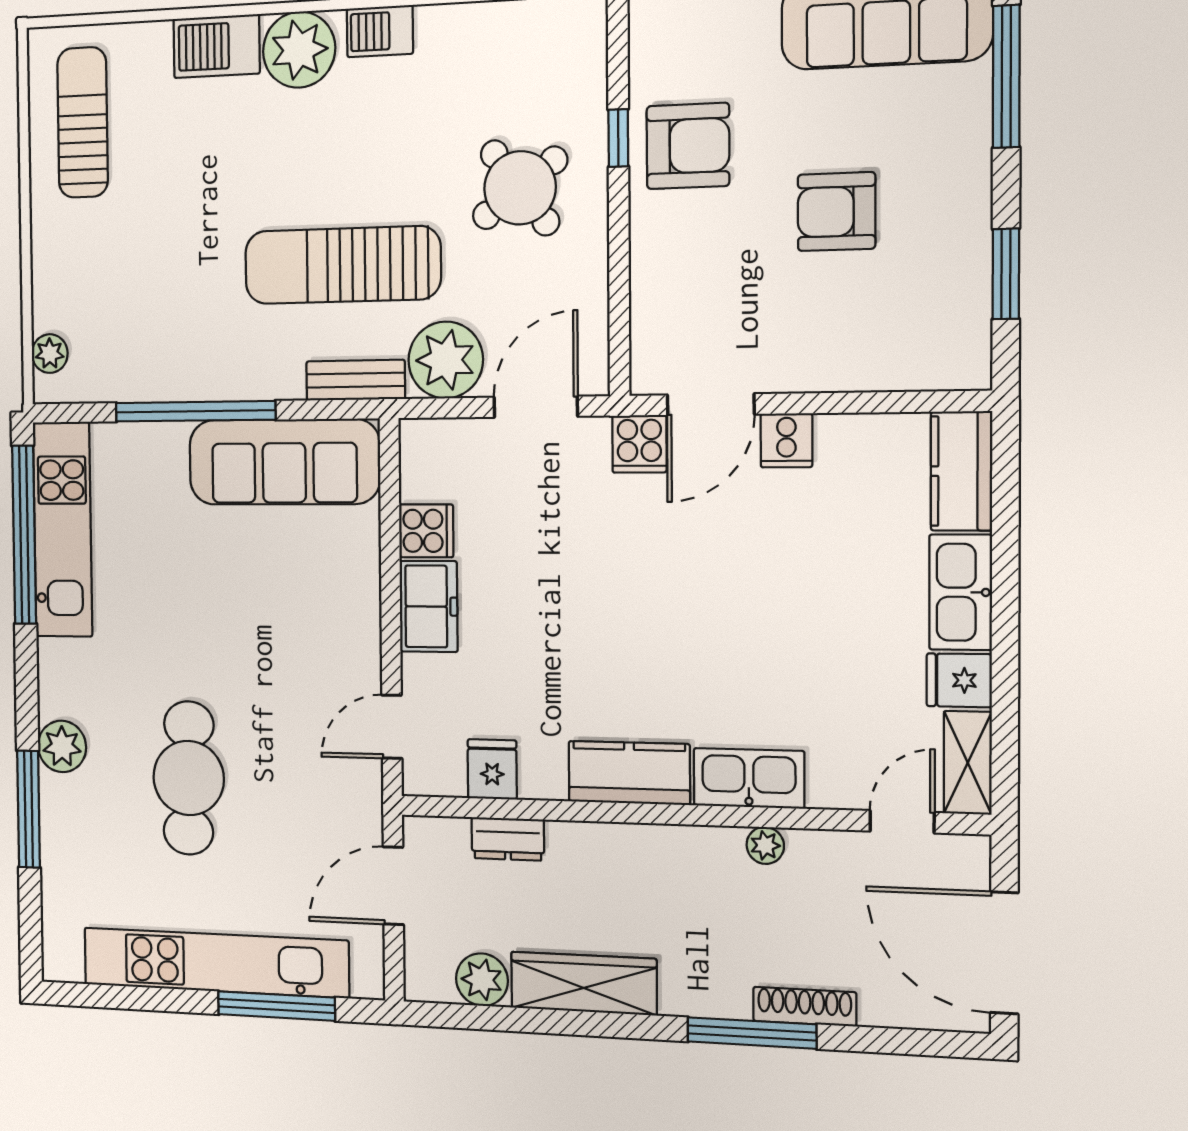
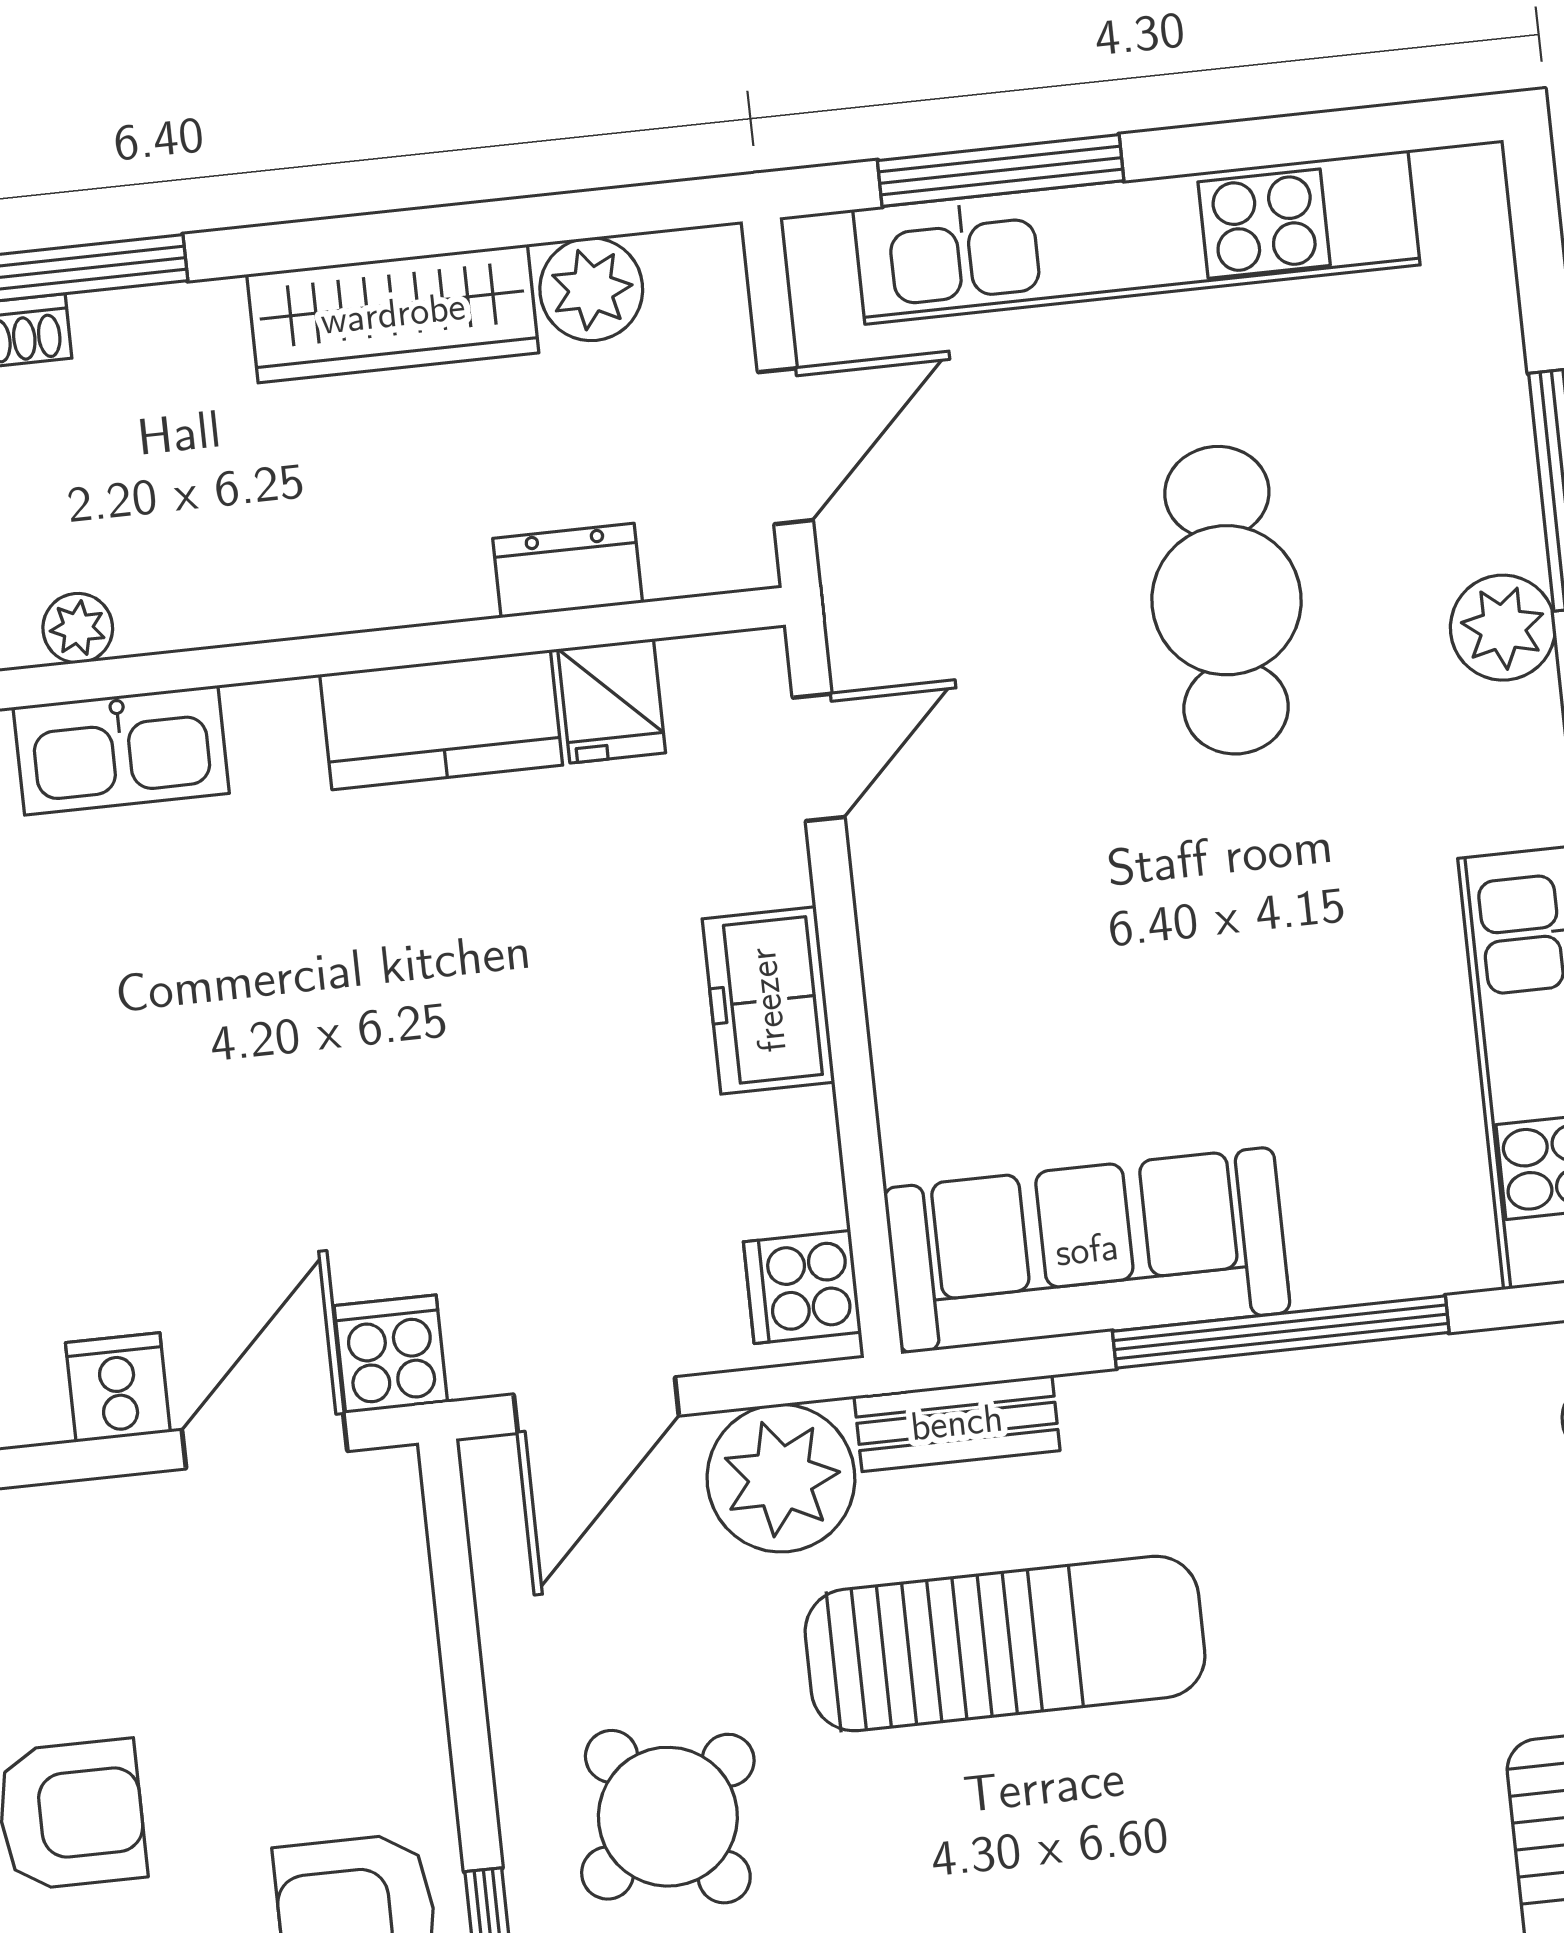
cooker: (426, 531) -> (802, 1287), moved
kitchen counter: (629, 773) -> (441, 720), moved

